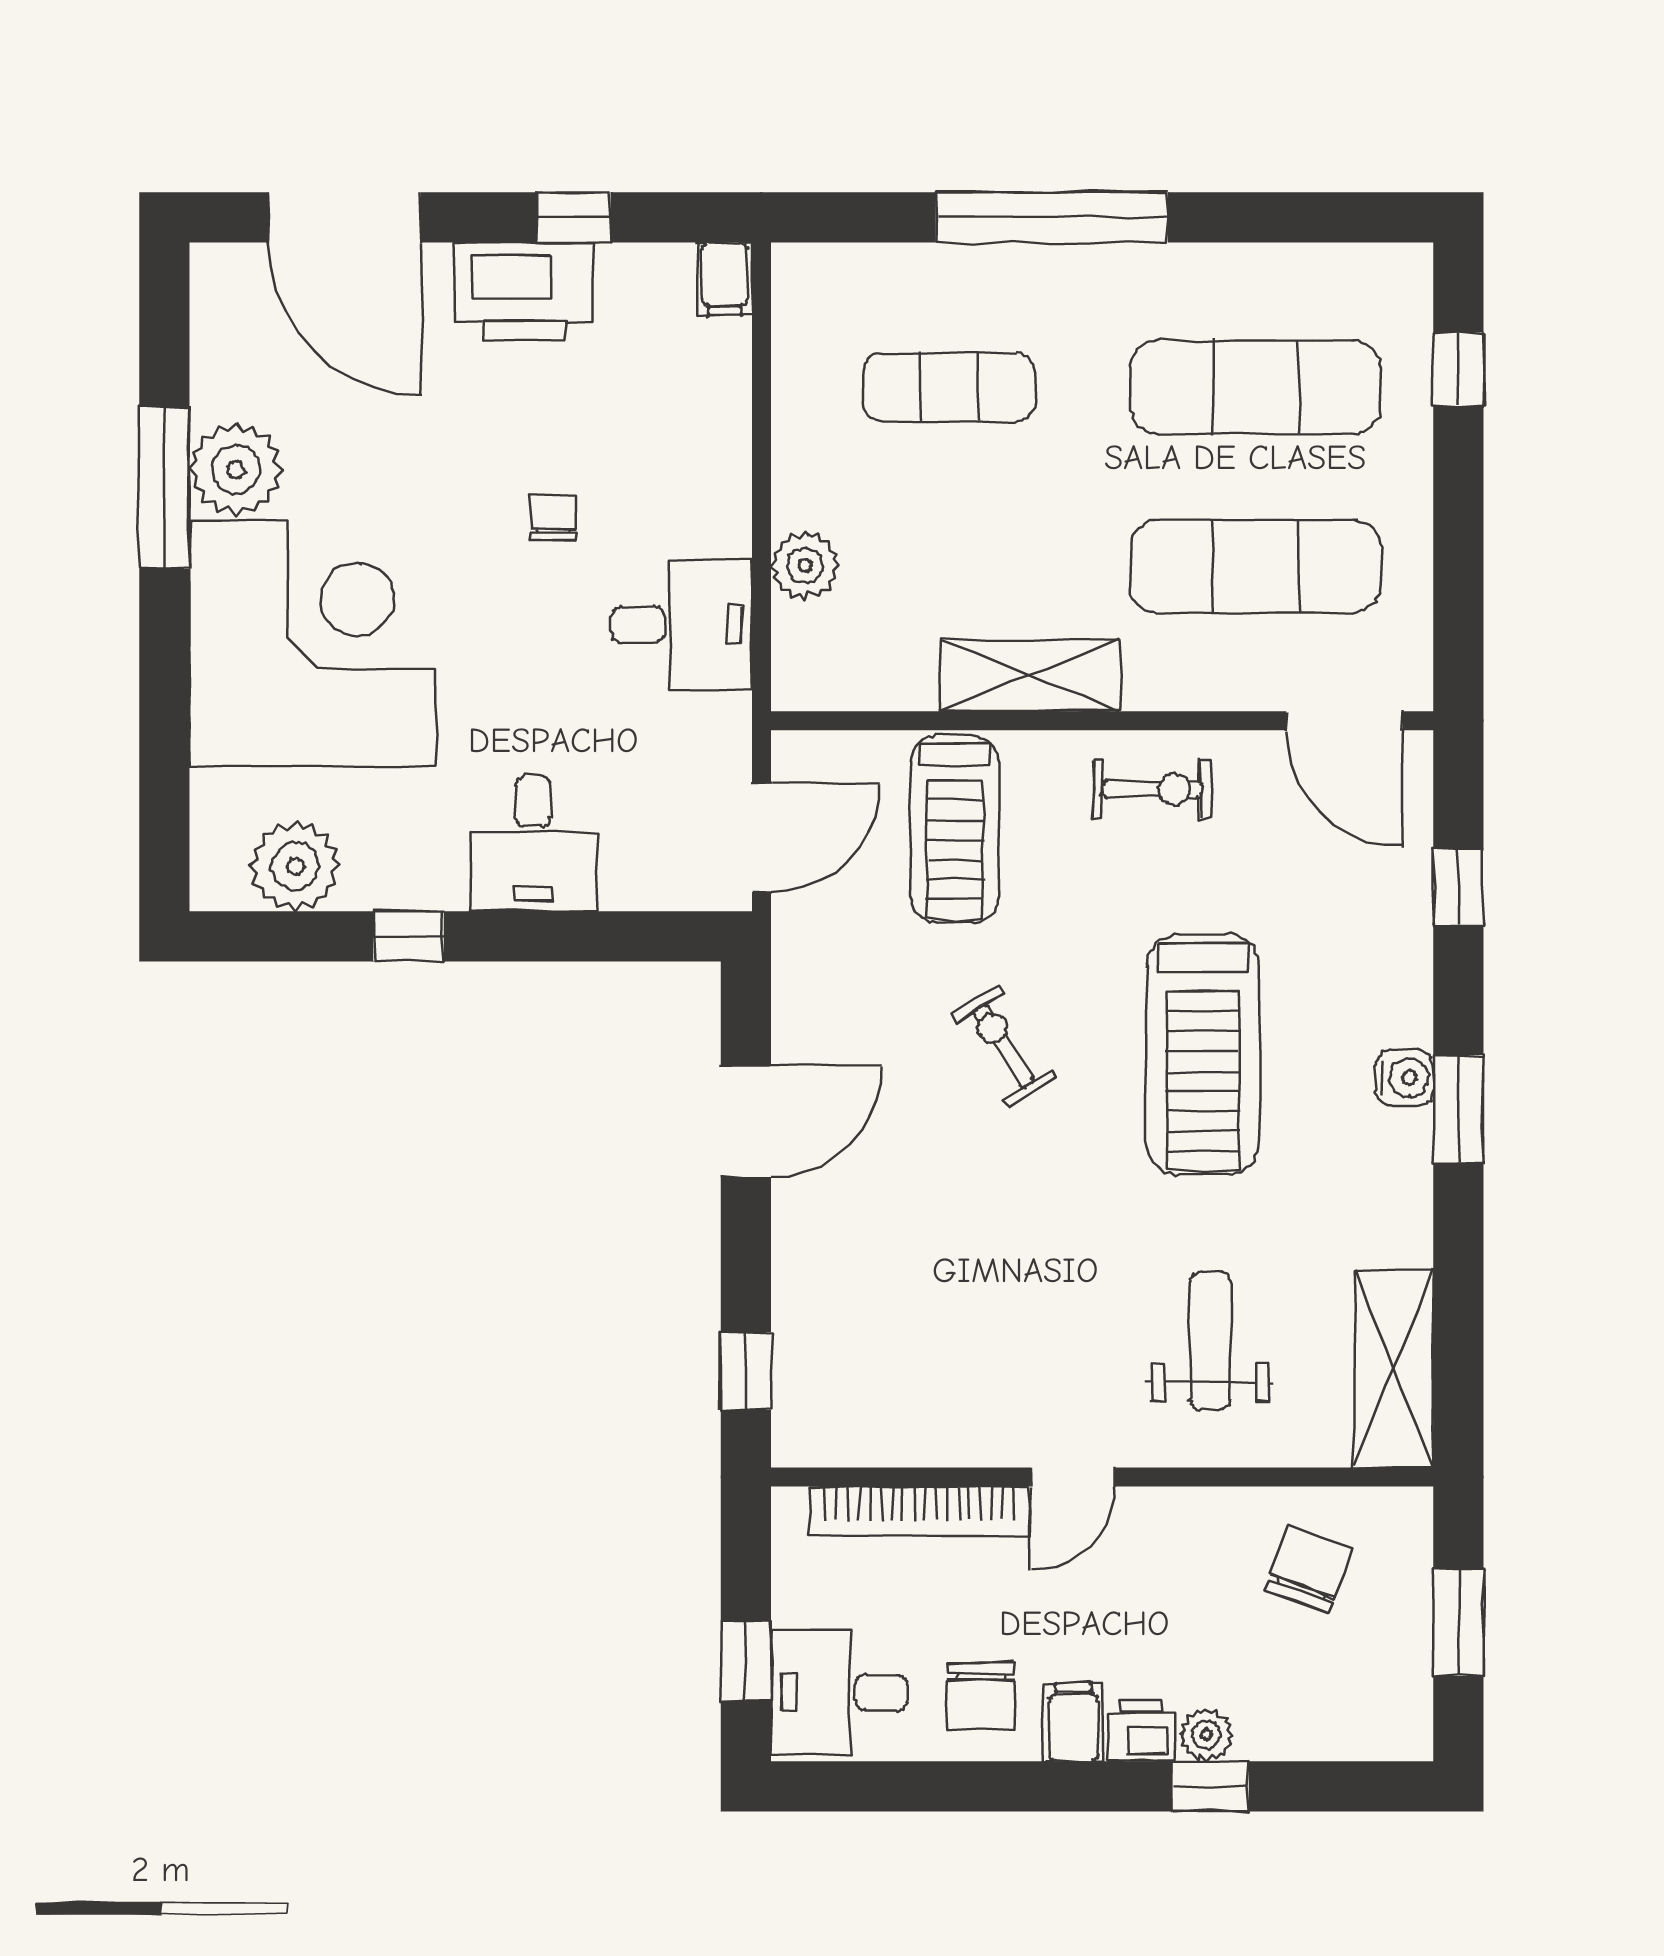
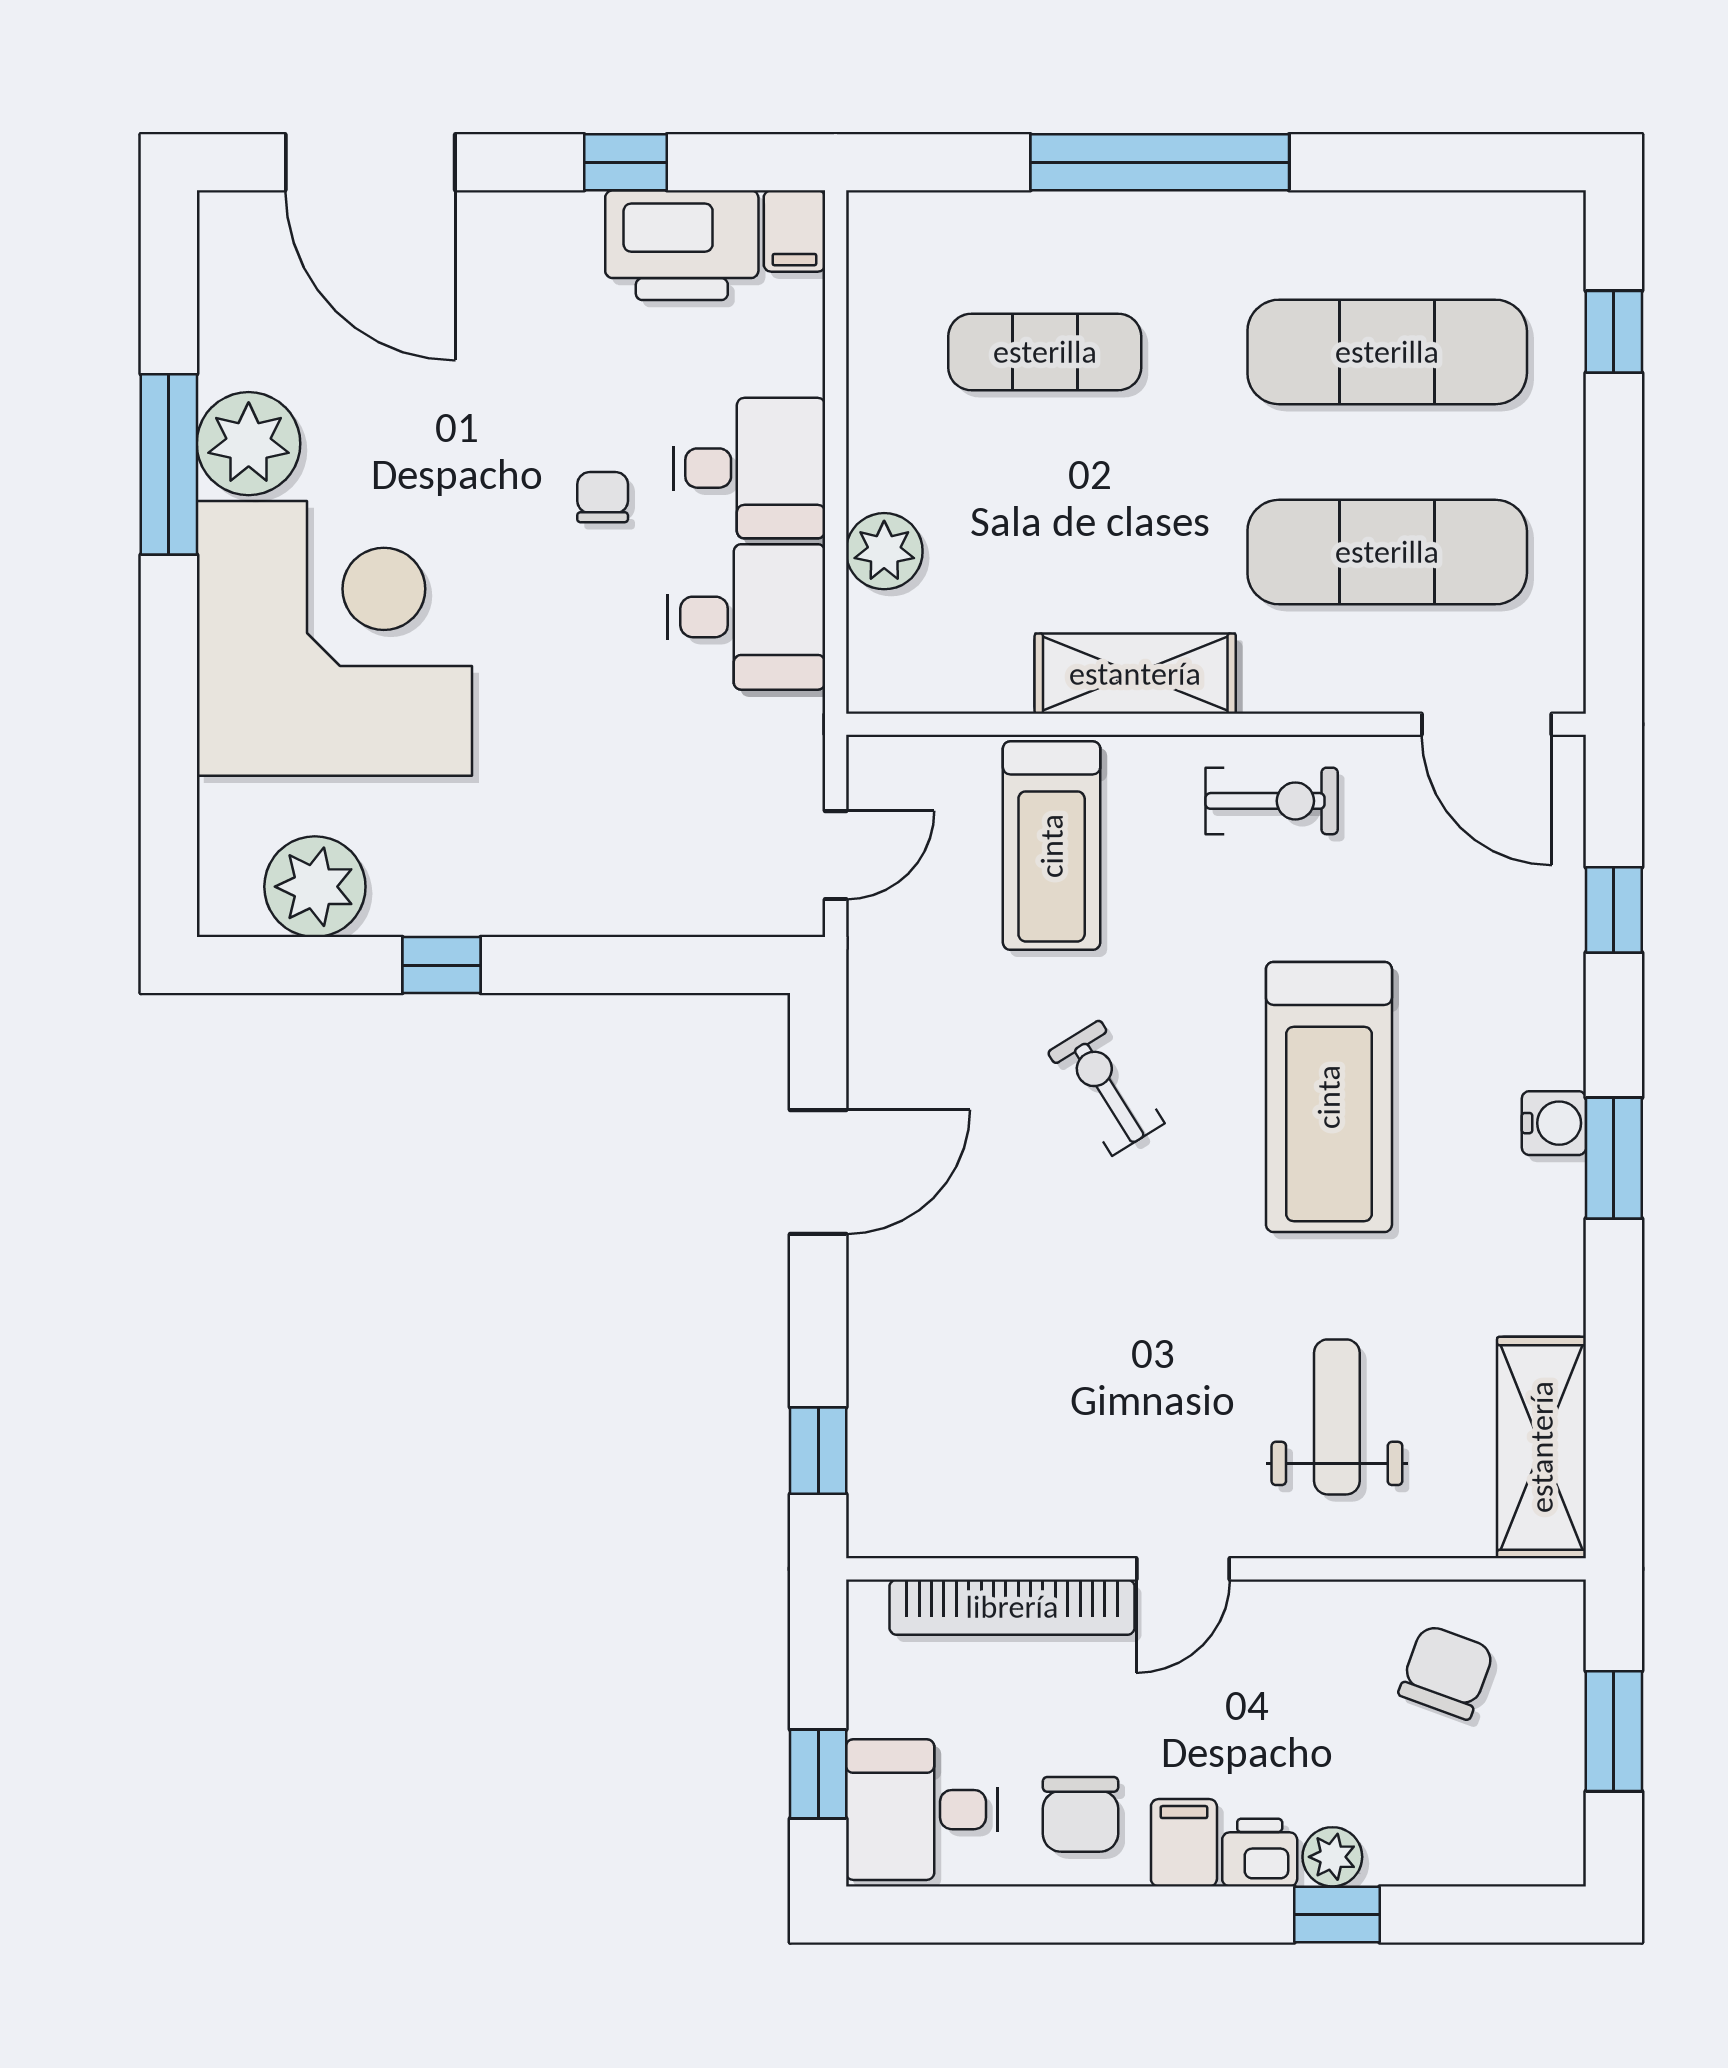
printer: (524, 292) -> (682, 245), moved
door: (761, 838) -> (836, 855), width x0.73
desk: (533, 843) -> (749, 468), moved, turned -90

